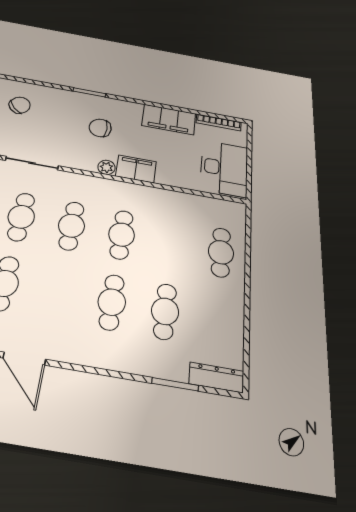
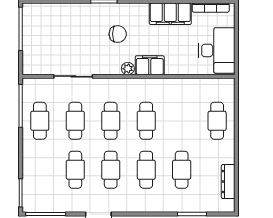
chair: (20, 105) -> (53, 26), removed
chair: (100, 128) -> (118, 34), turned 180
cafe table: (58, 293) -> (111, 170), added
dresser: (216, 377) -> (228, 182), moved, turned -90

